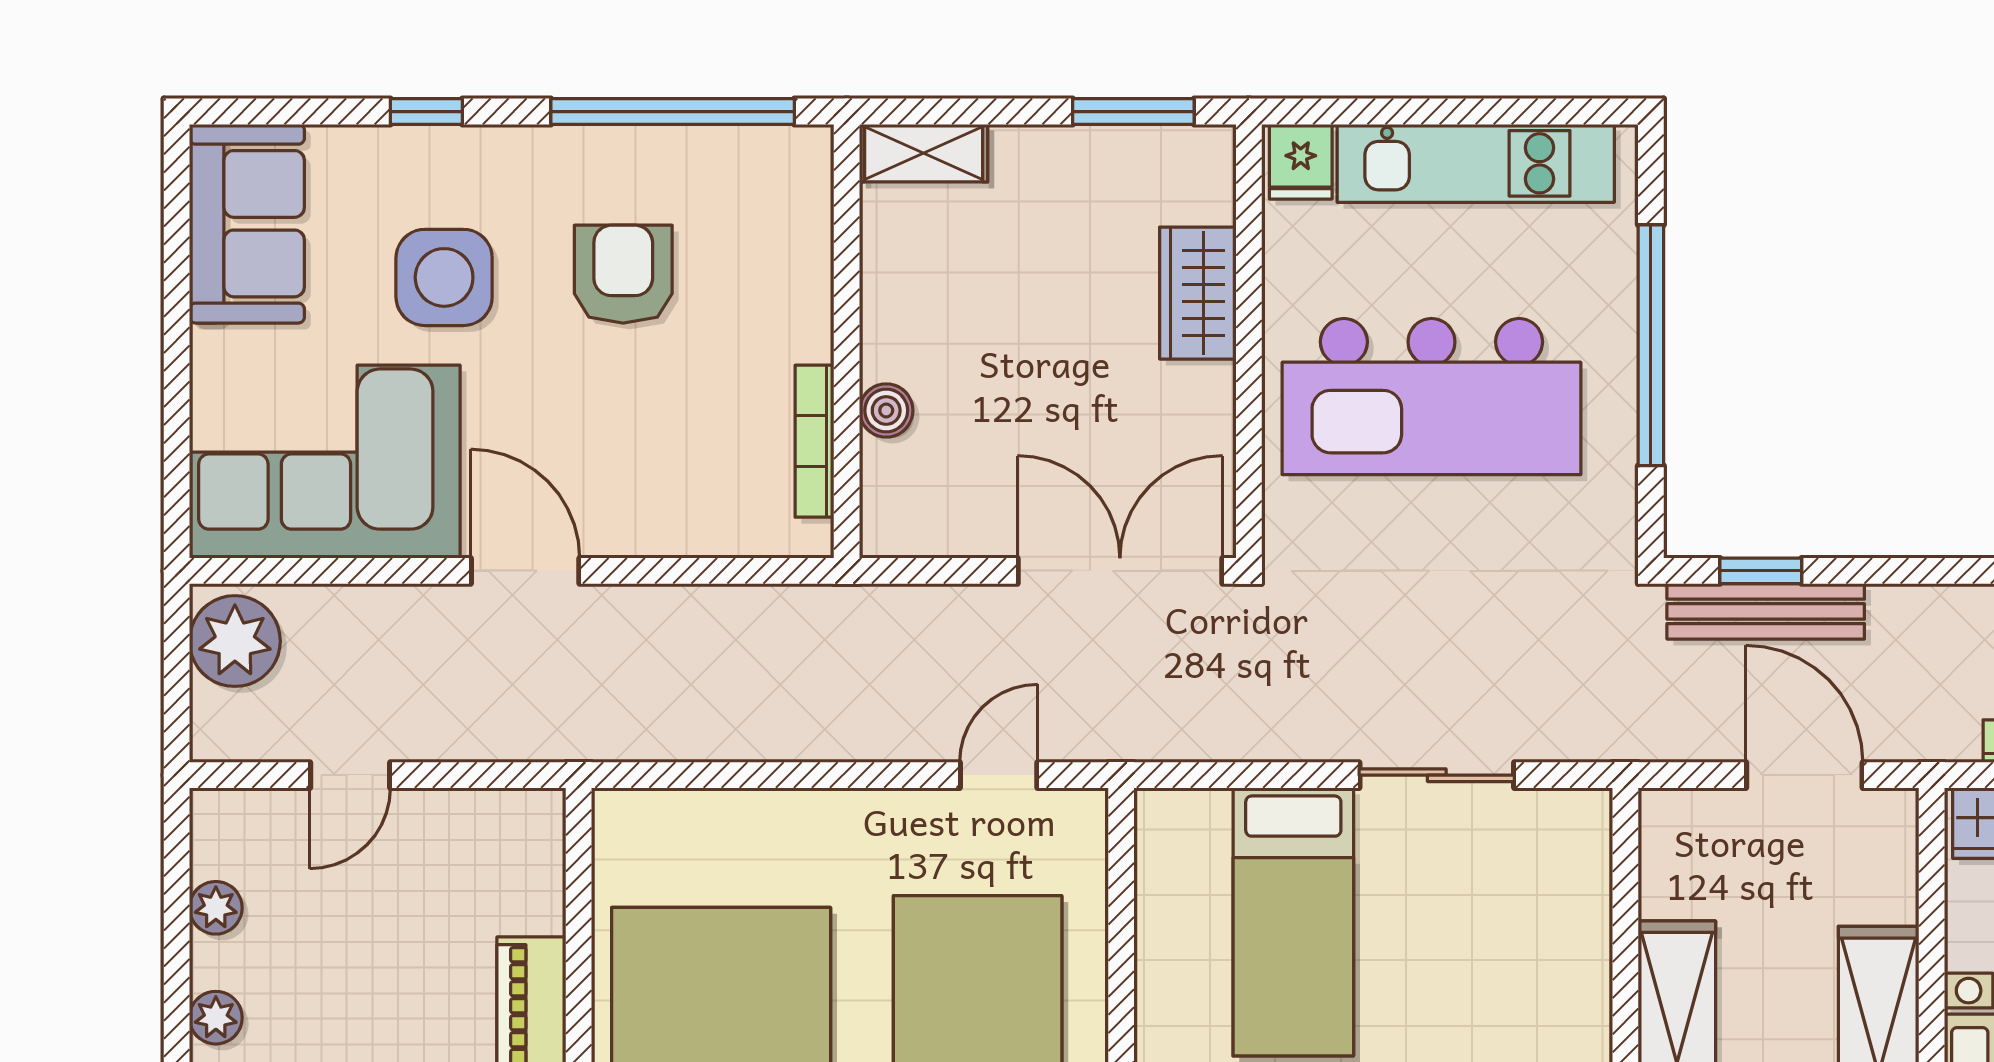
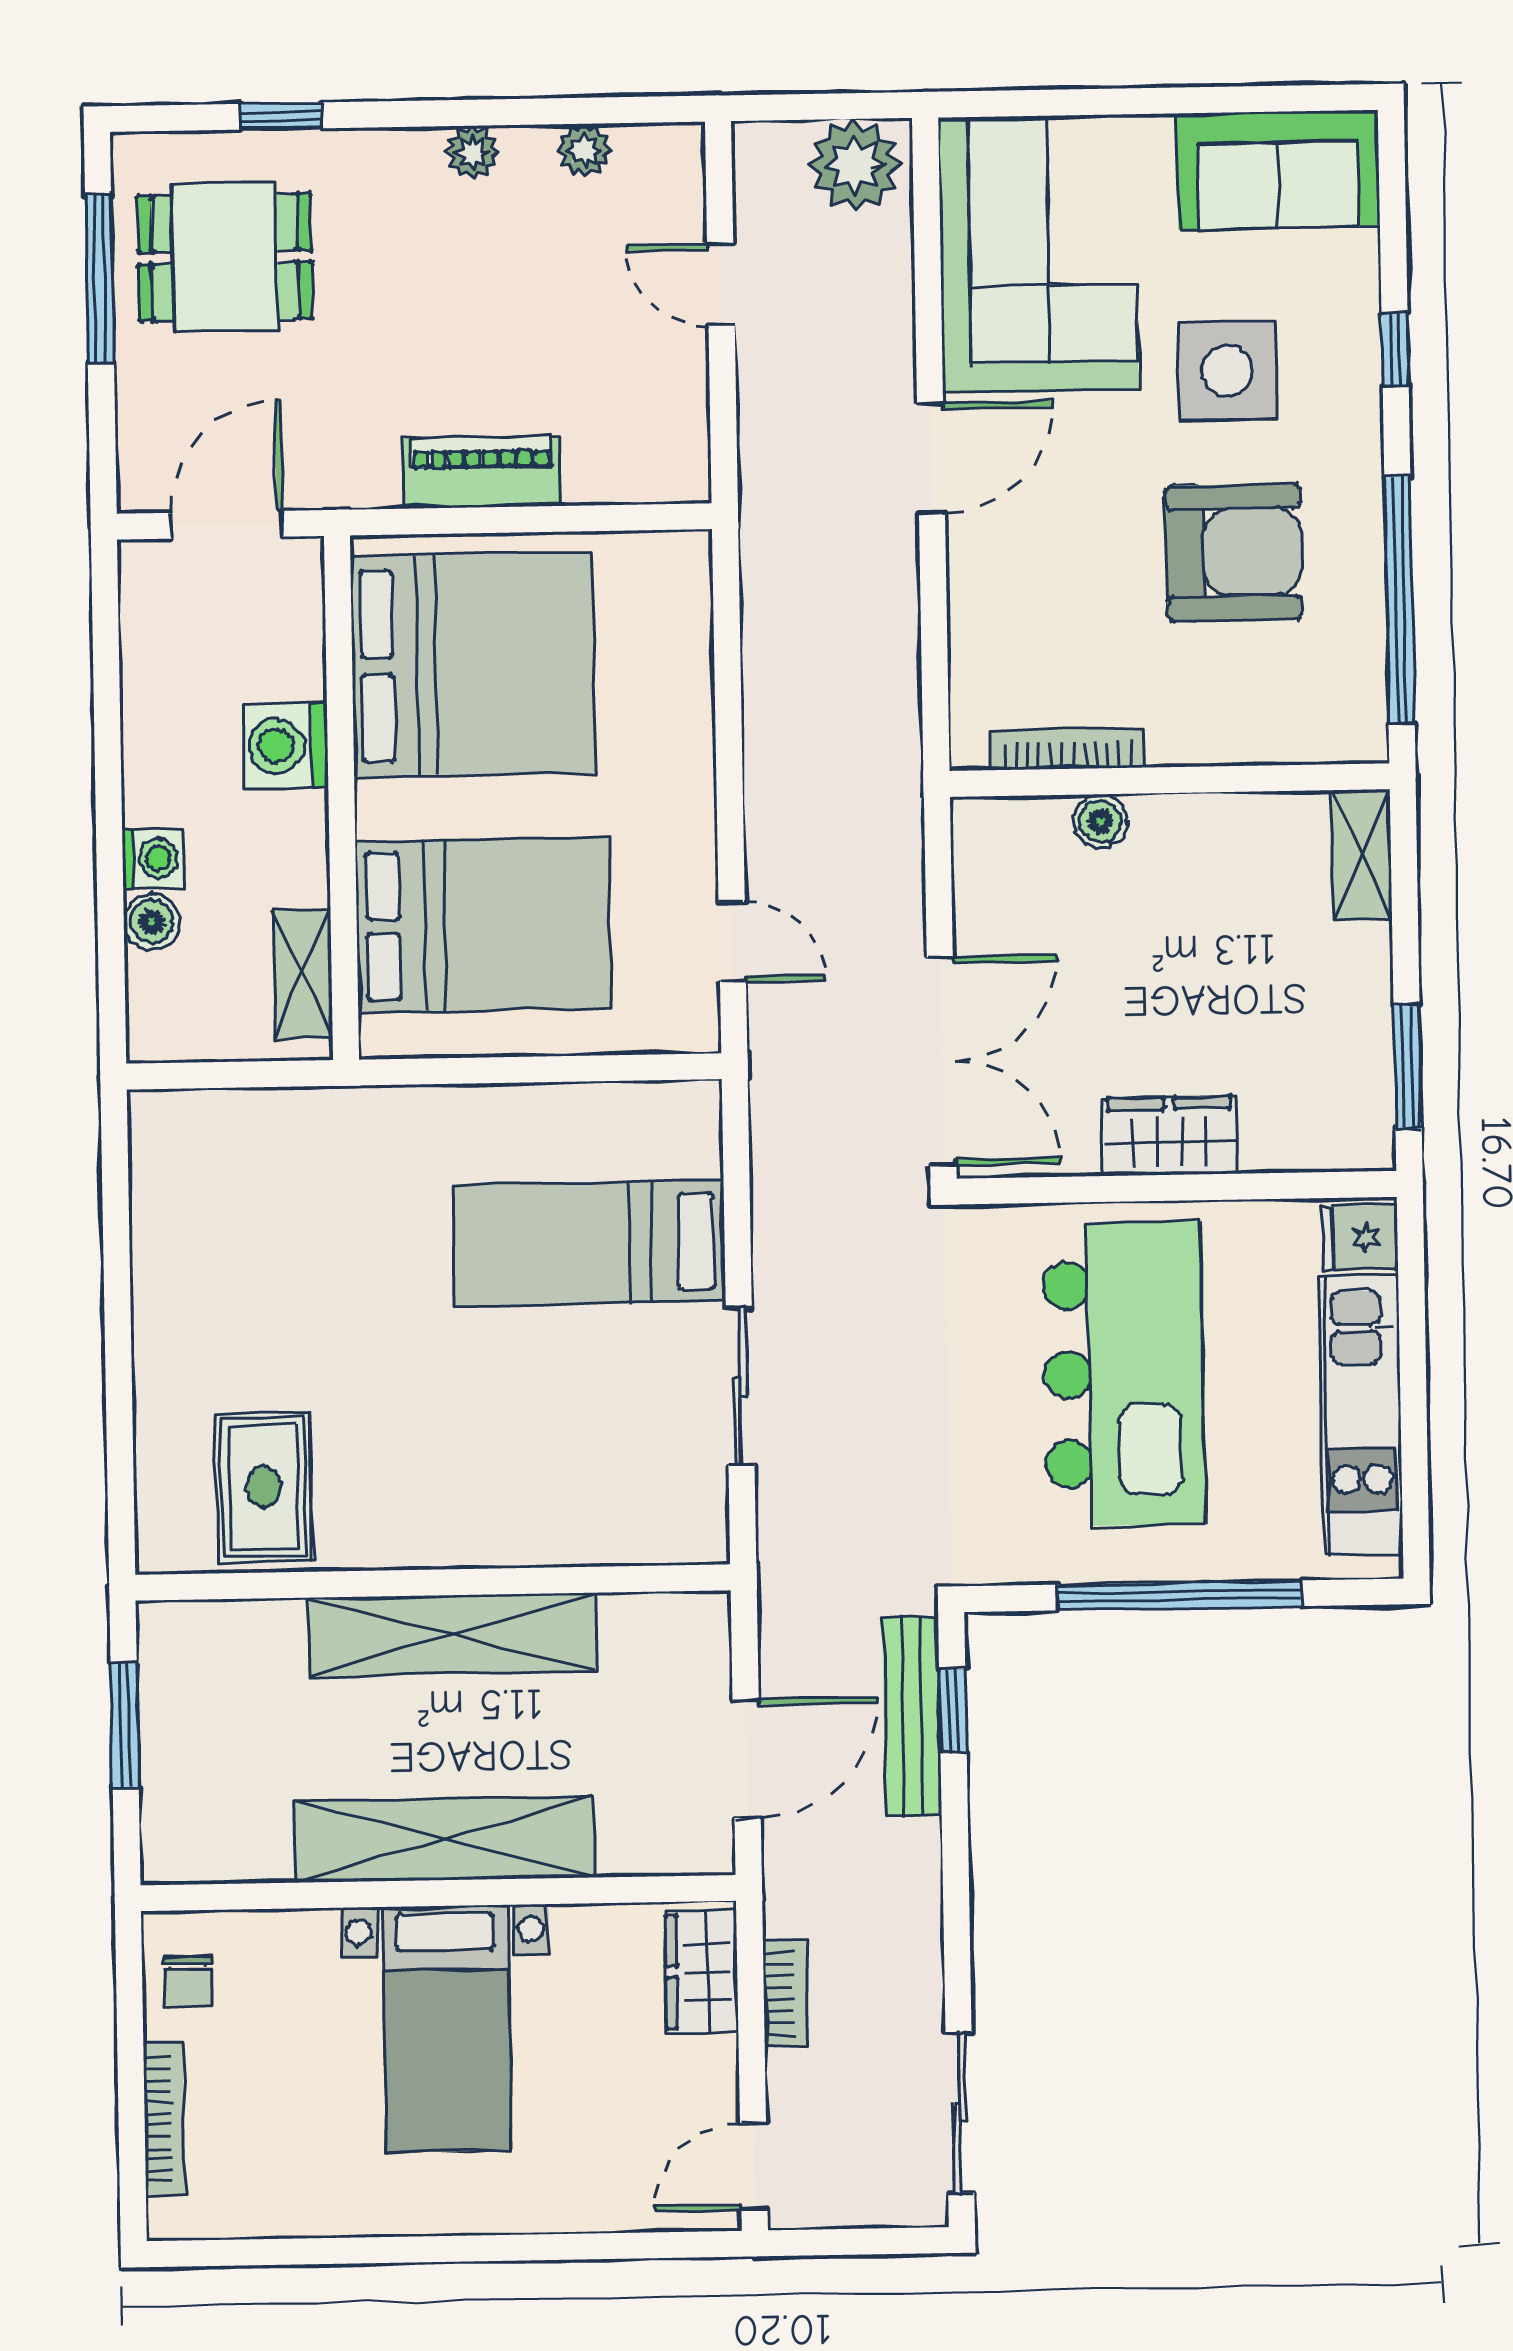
armchair: (623, 274) -> (1234, 552), width x1.36, depth x1.36
wardrobe: (1198, 293) -> (1170, 1136), moved
kitchen island: (1431, 397) -> (1124, 1374), turned 180

